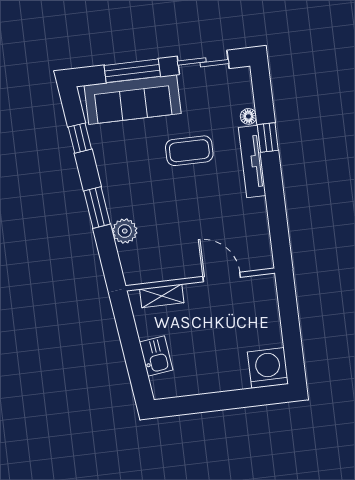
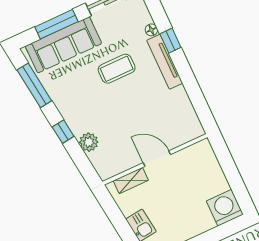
window: (80, 138) -> (34, 85), width x2.17
window: (97, 207) -> (63, 132), width x0.67
door: (222, 277) -> (157, 159), moved

